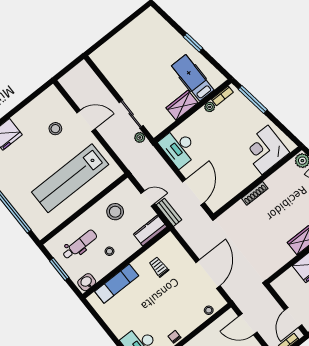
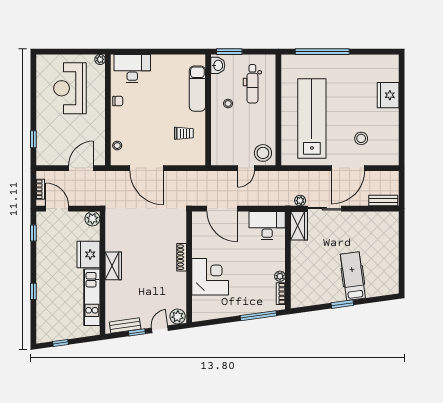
hospital bed: (193, 78) -> (353, 276), moved, turned -98
wardrobe: (182, 105) -> (299, 226), moved
door: (86, 121) -> (348, 168), width x1.36
corner desk: (265, 150) -> (210, 277), moved
stool: (115, 212) -> (263, 153), moved
bench: (169, 212) -> (383, 200), moved
kitchen counter: (150, 230) -> (219, 150), removed
window: (59, 269) -> (229, 52), moved
plant: (279, 285) -> (92, 219), added

